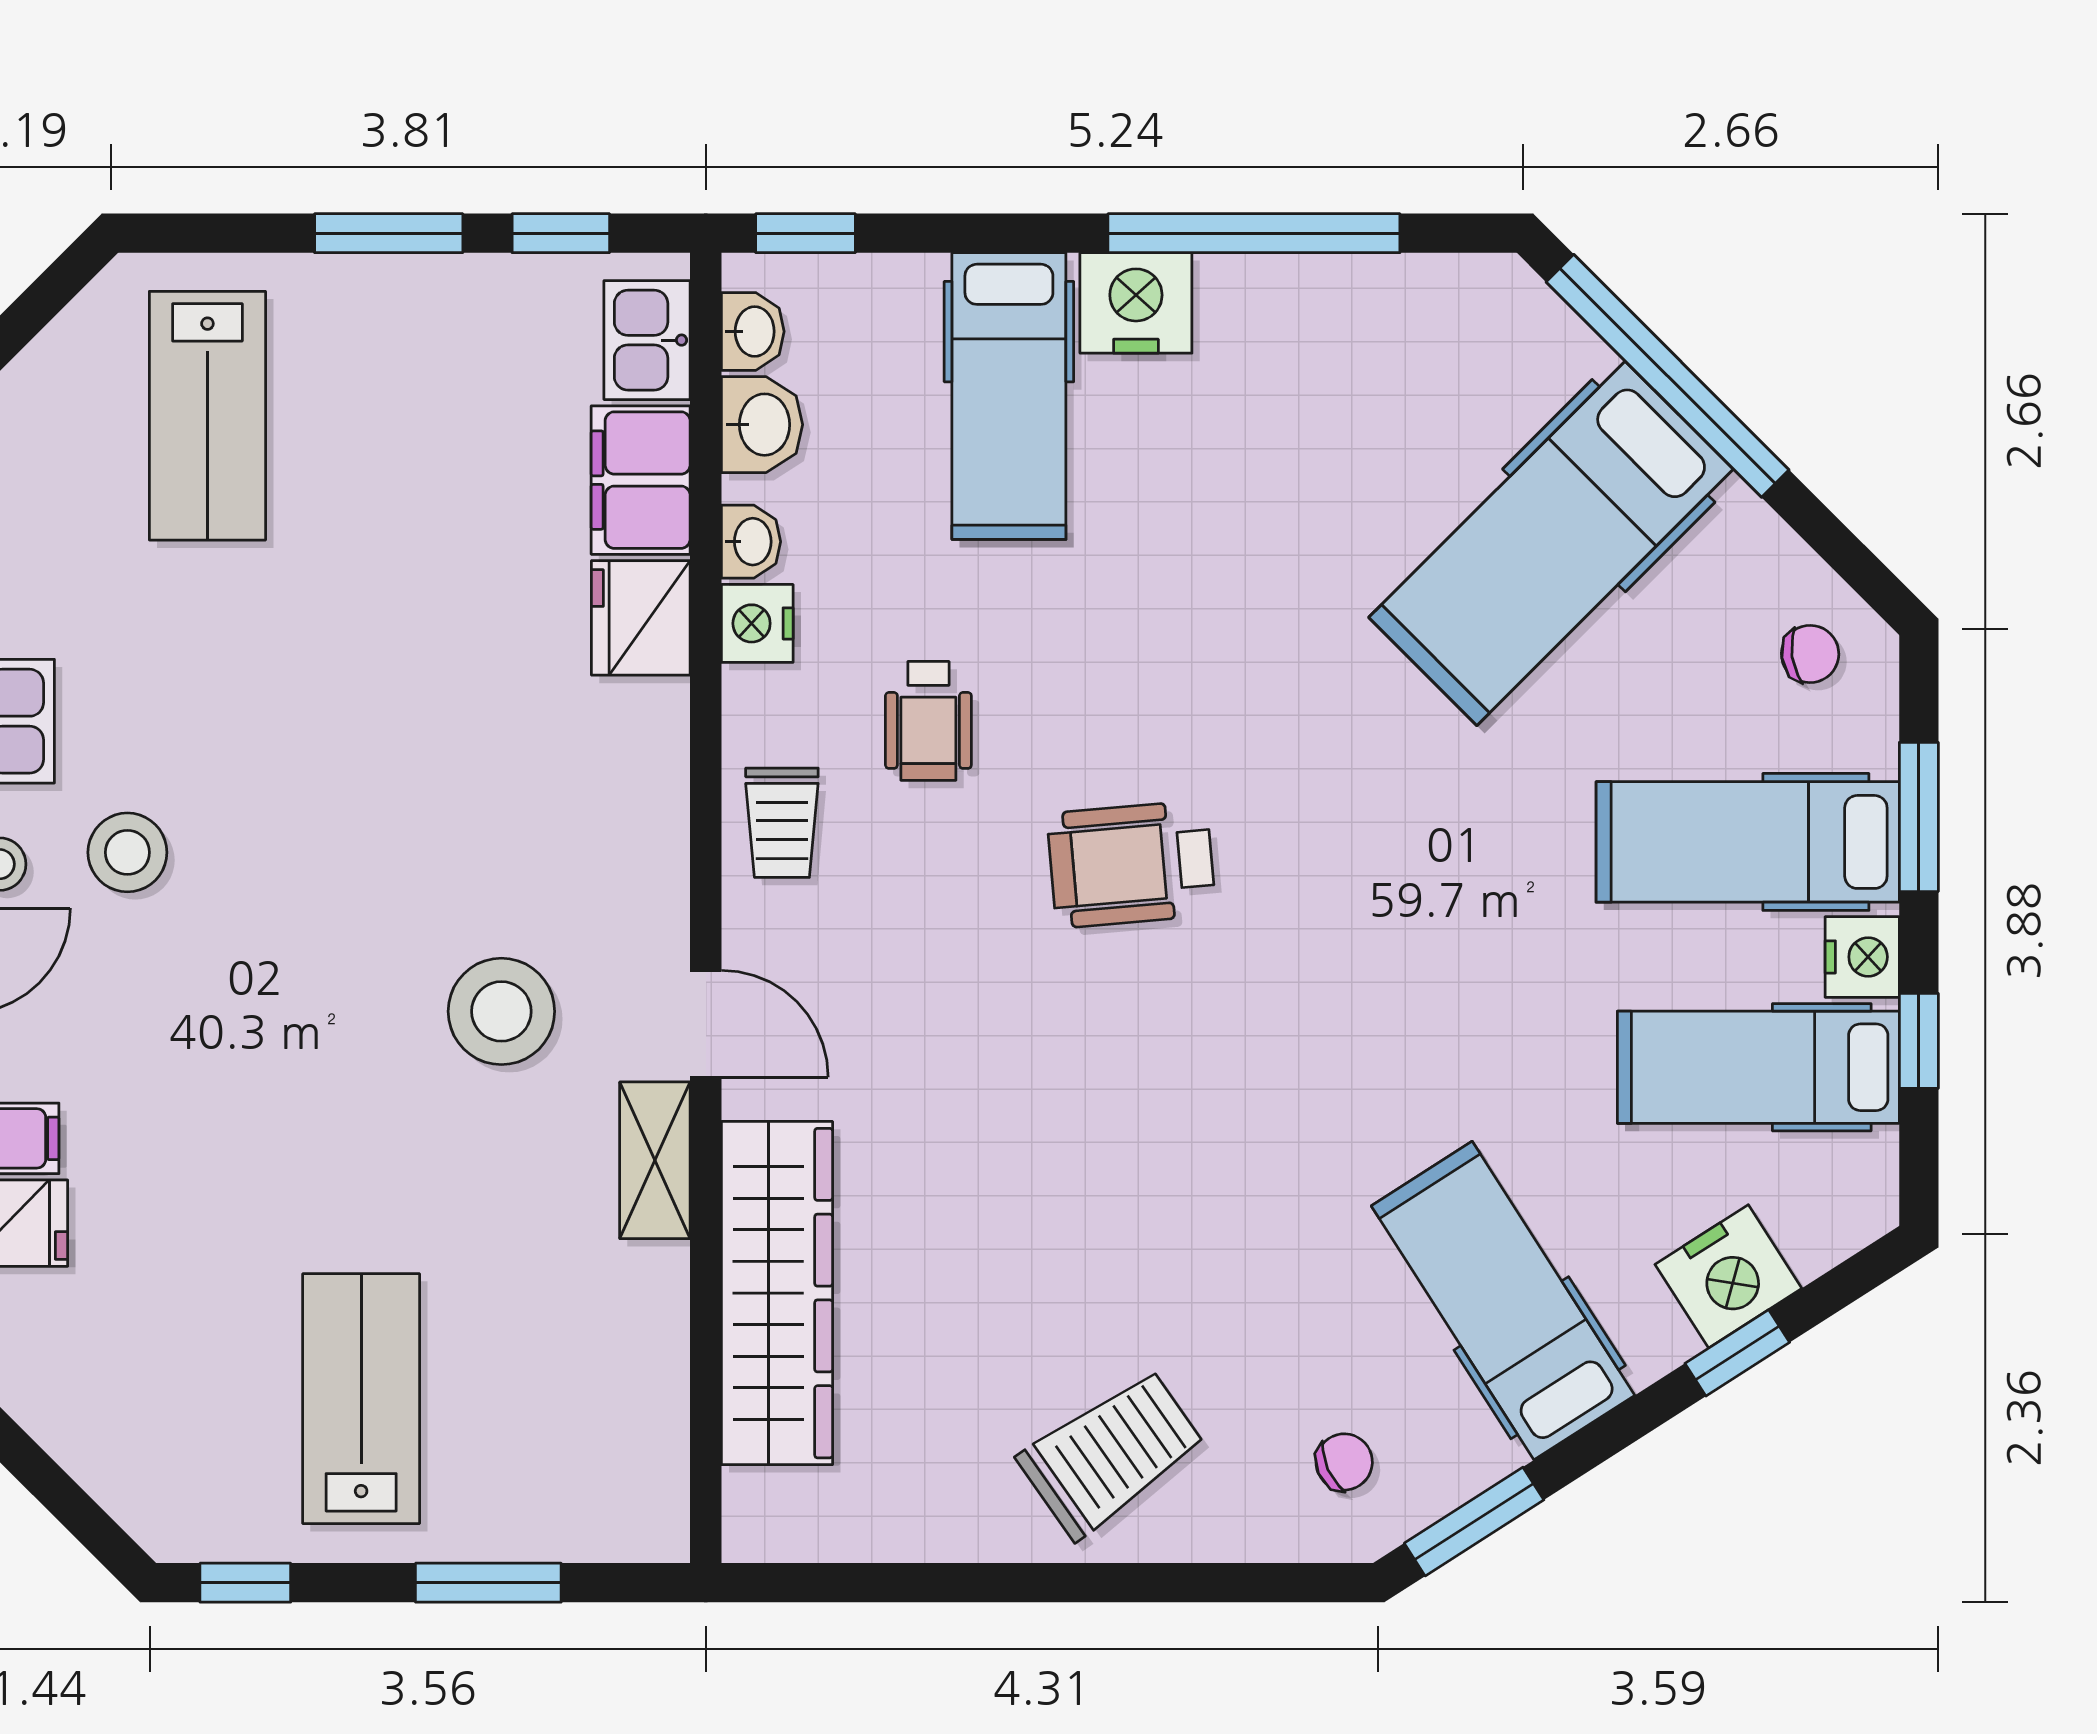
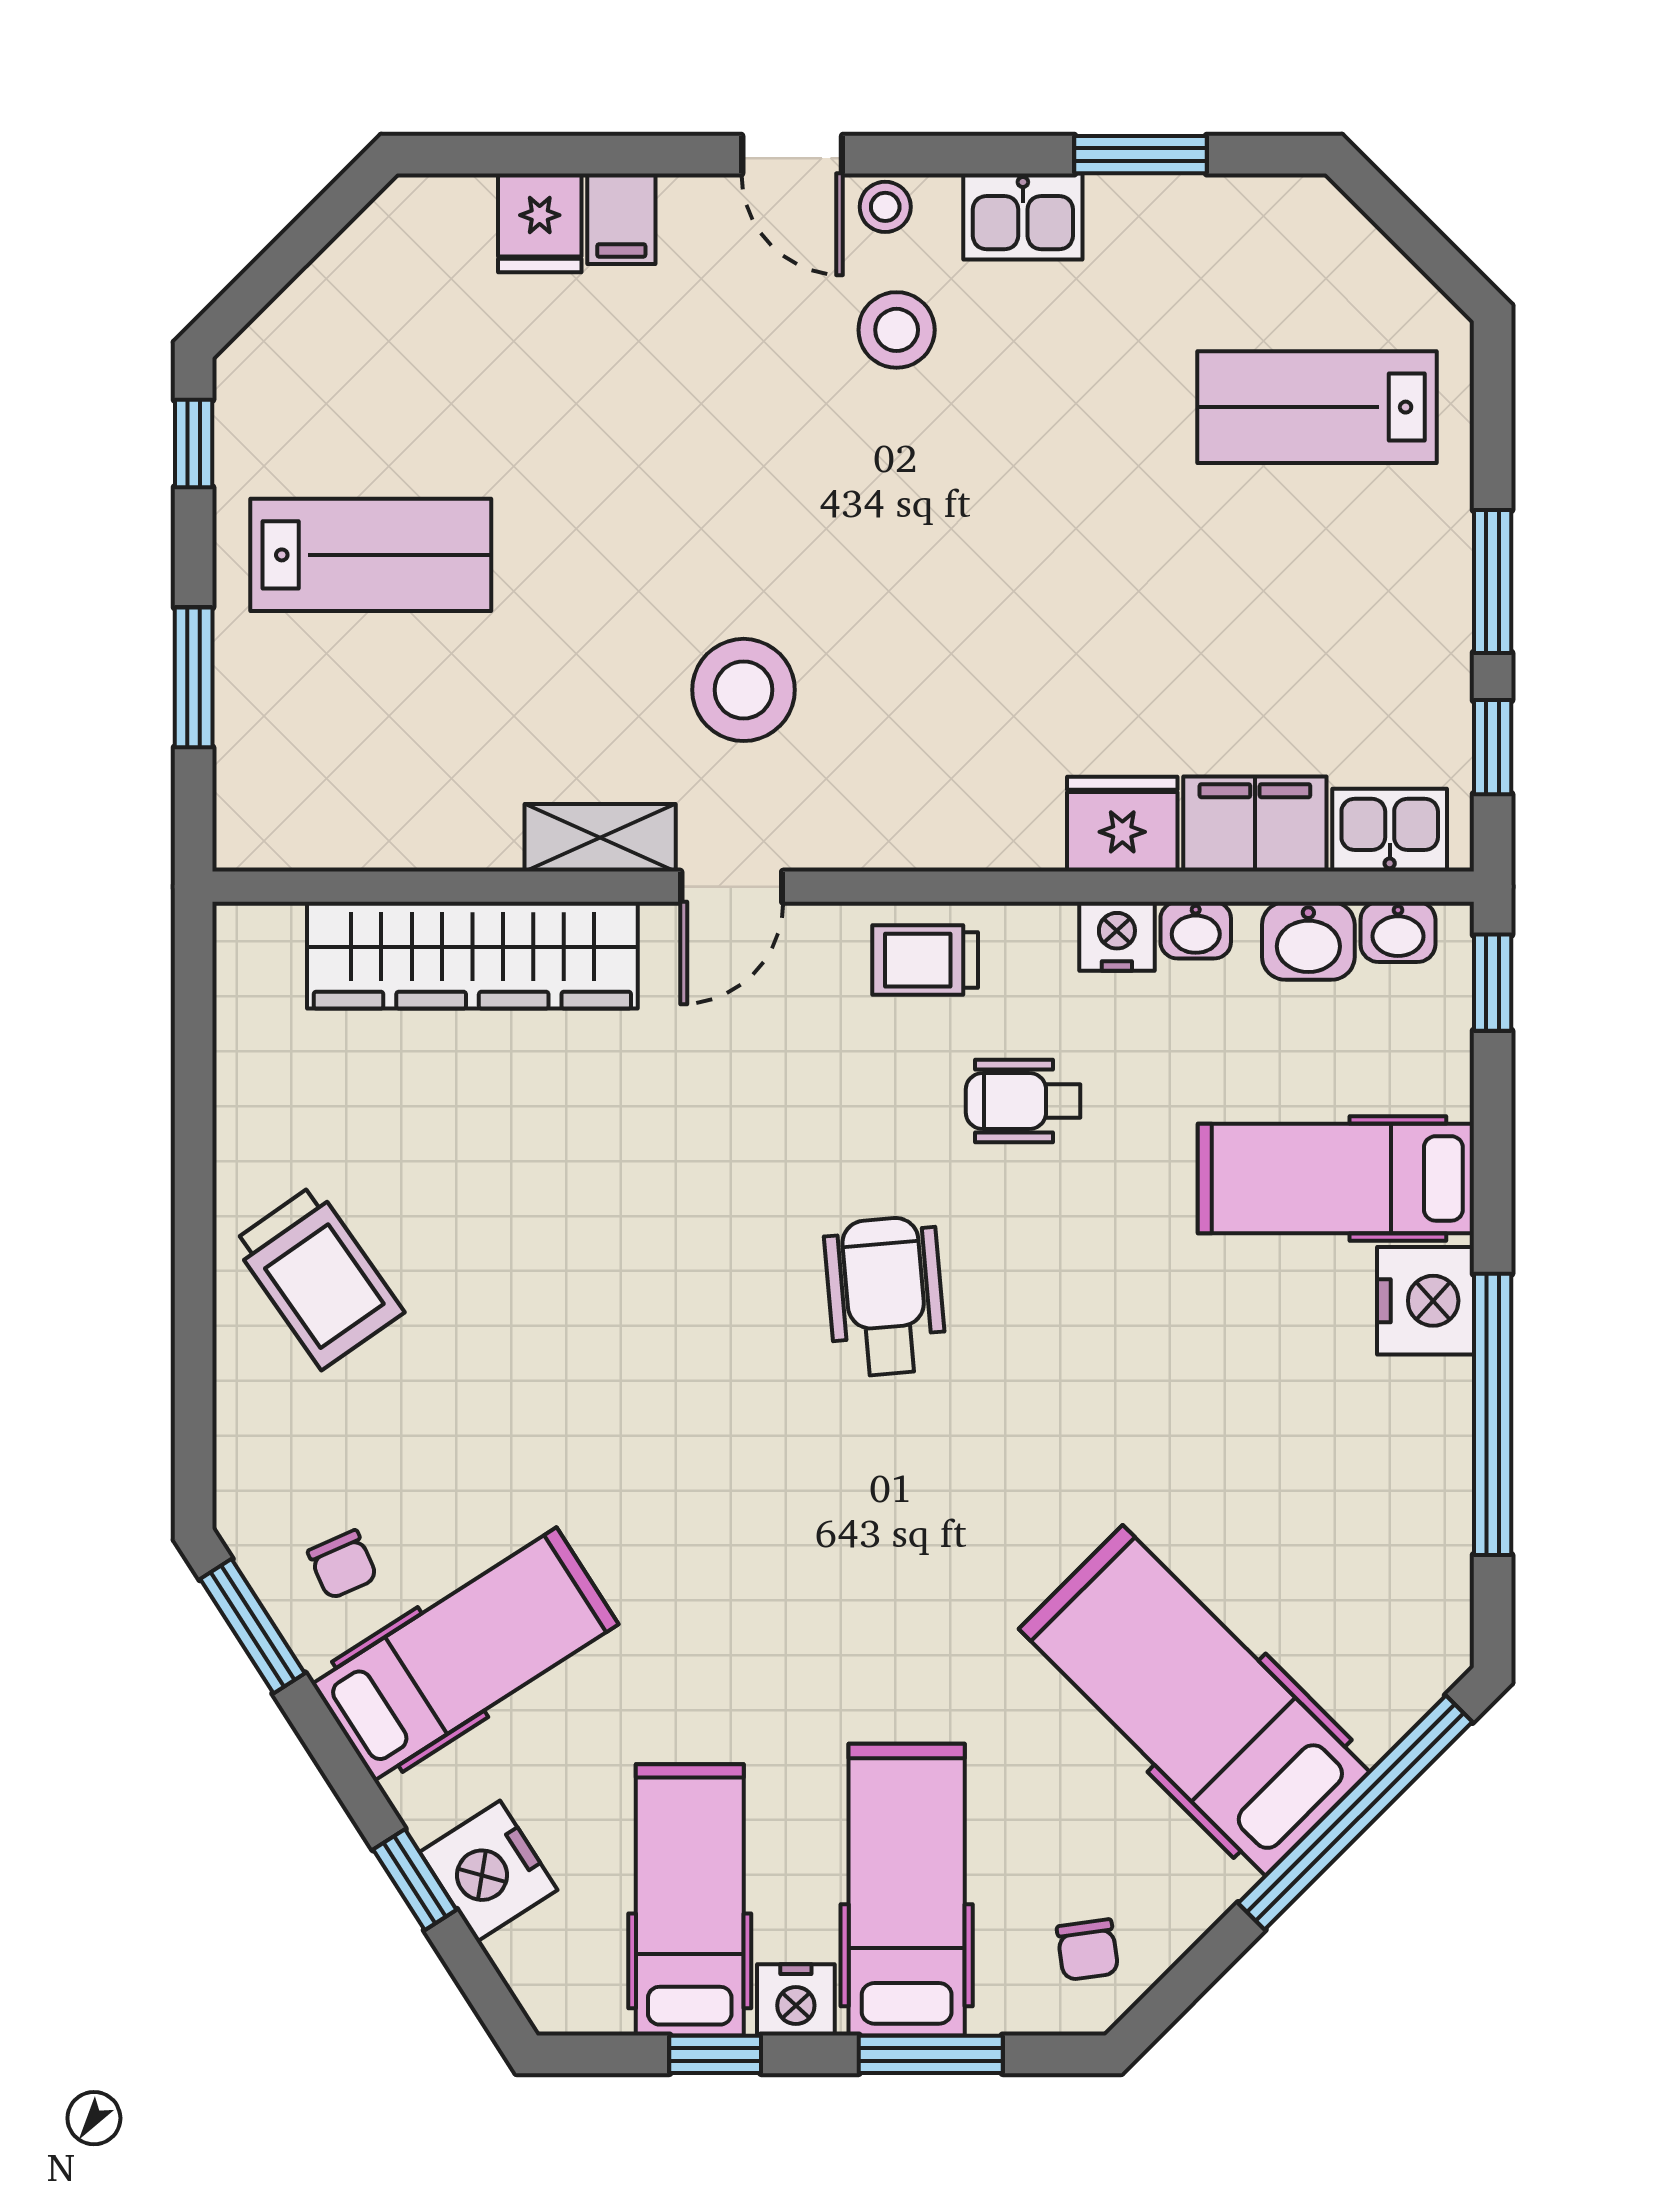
chair: (1344, 1462) -> (343, 1565), moved

